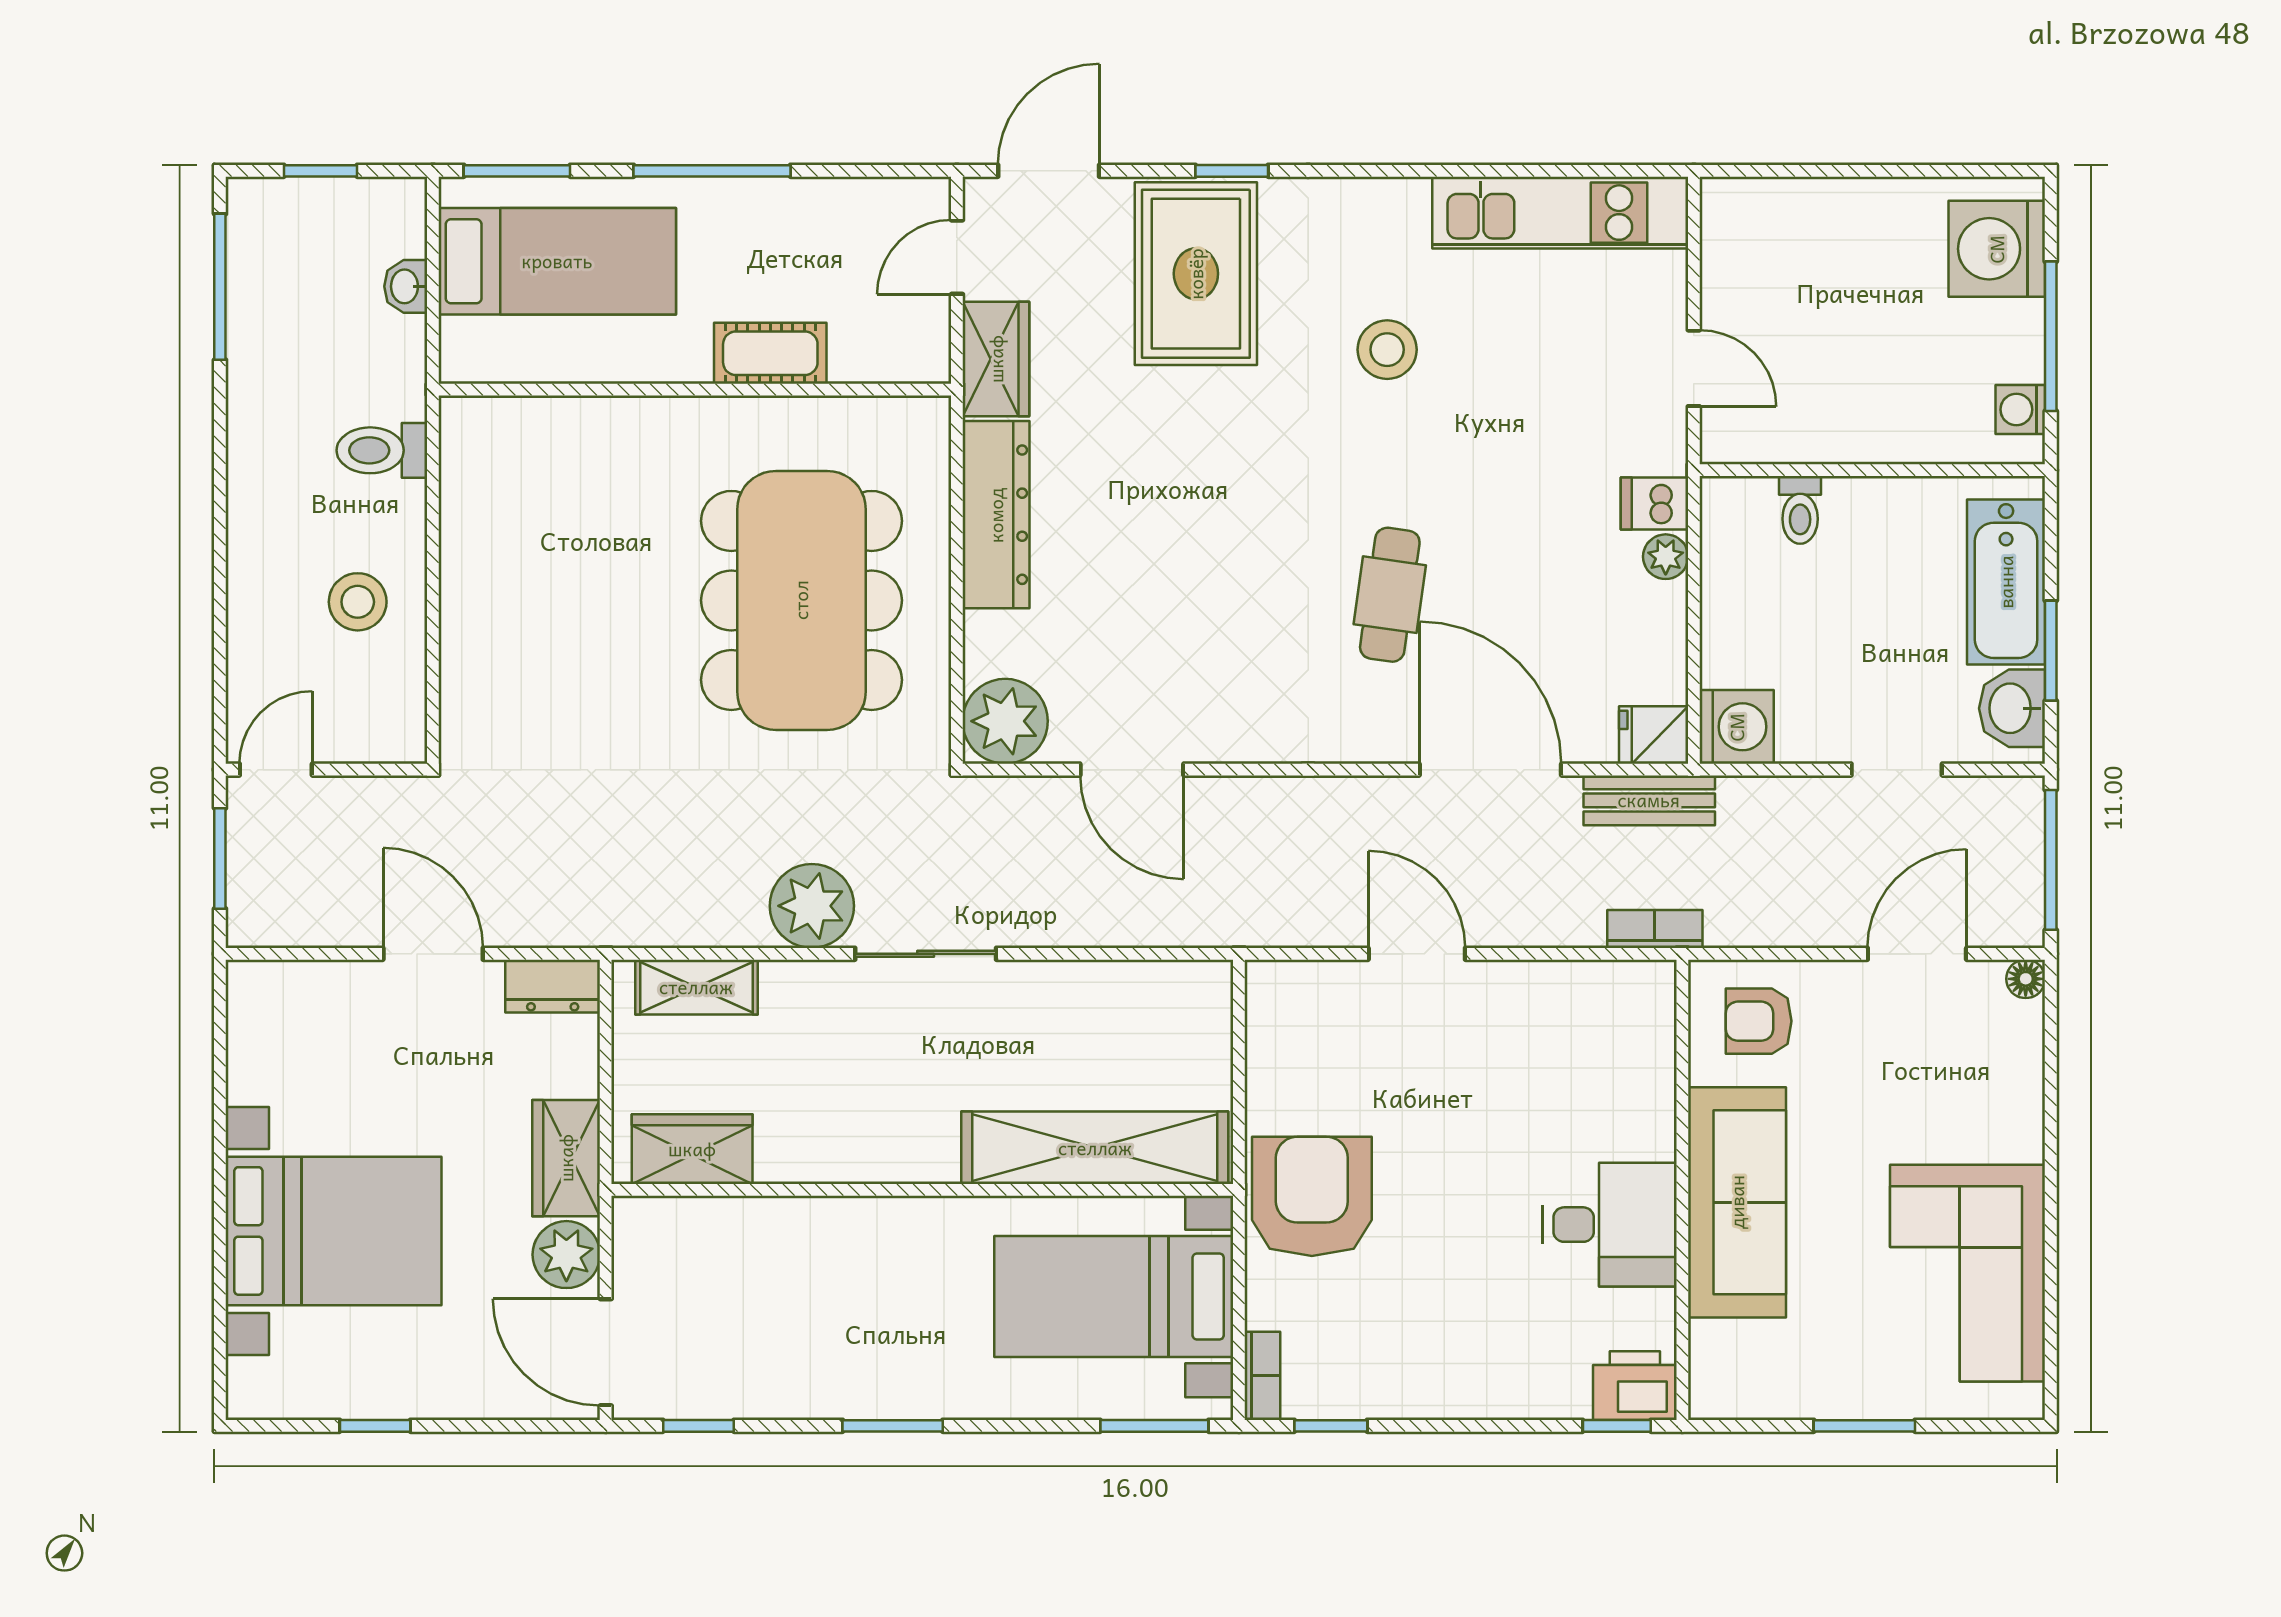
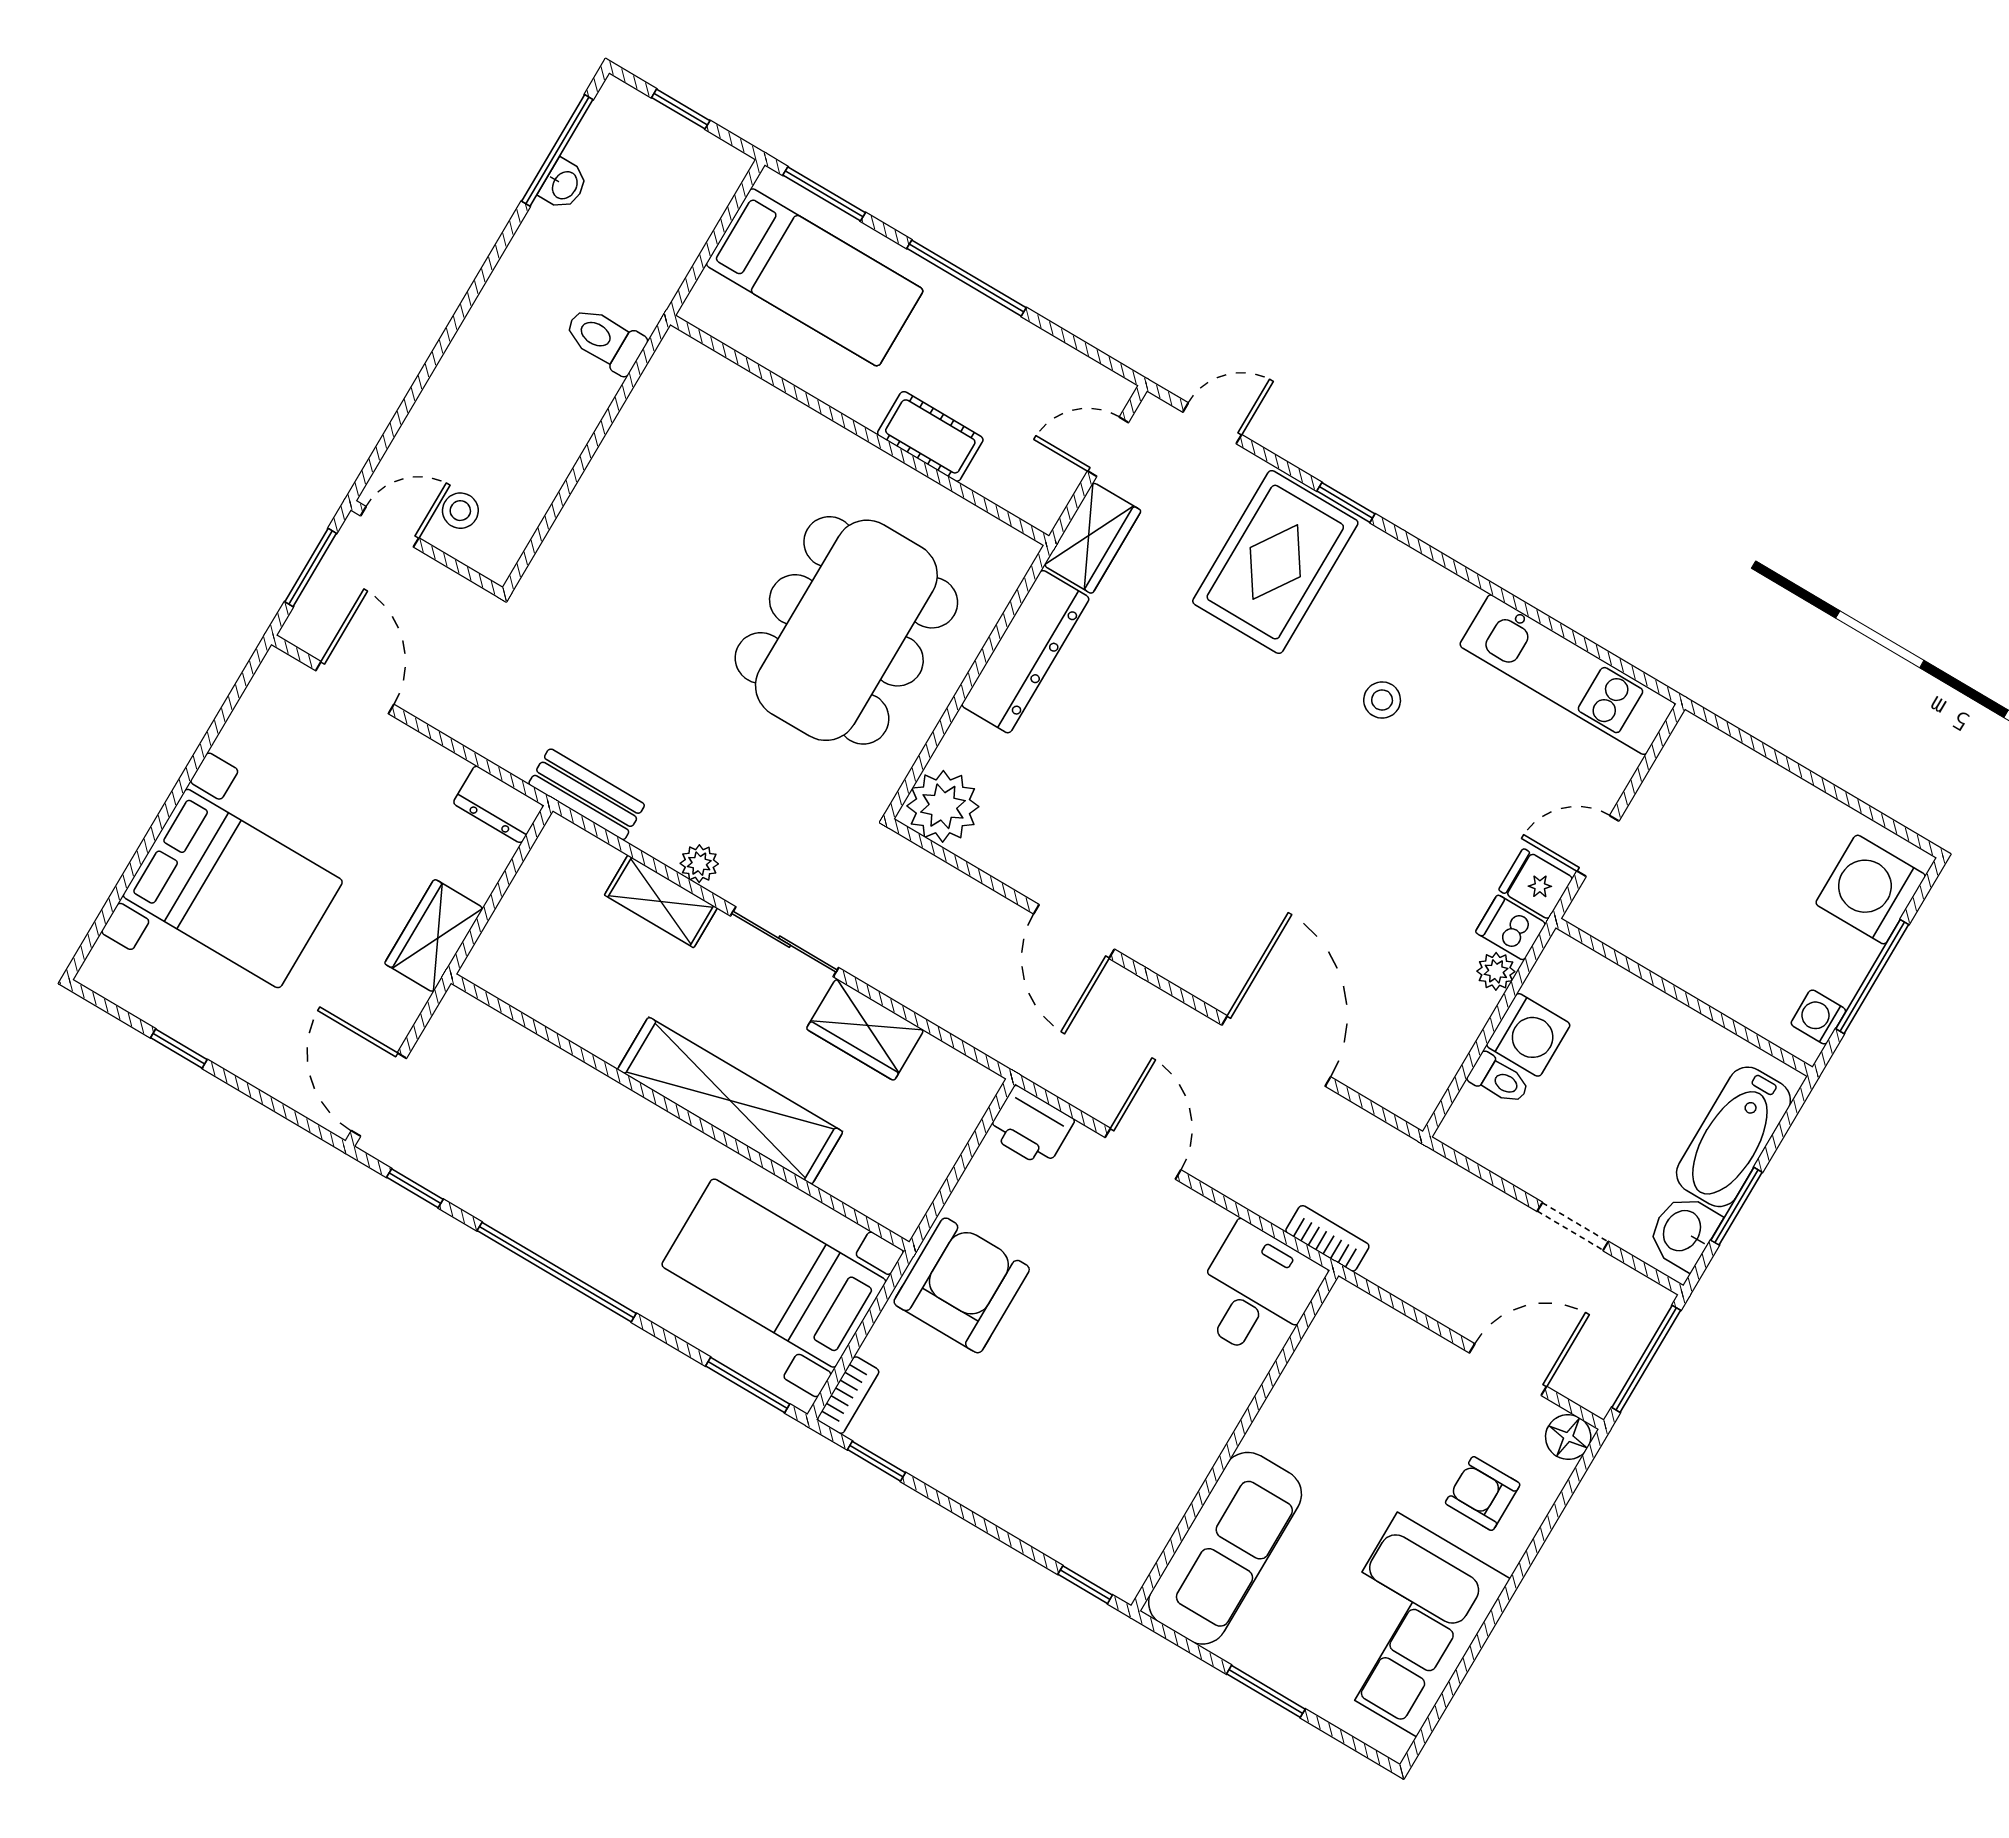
door: (1049, 171) -> (1212, 423), width x0.73
washbasin: (406, 286) -> (564, 185), moved, turned 180
stool: (1387, 350) -> (1382, 700), width x0.73, depth x0.73
door: (1694, 368) -> (1598, 846), swing flipped
toilet: (1800, 510) -> (1499, 1079), moved, turned -90
cafe table: (1390, 595) -> (1278, 880), removed
stool: (358, 602) -> (460, 511), moved, width x0.73, depth x0.73
washing machine: (1737, 727) -> (1528, 1035), moved
fridge: (1654, 735) -> (1536, 884), moved
door: (1132, 770) -> (1074, 931), moved
bench: (1649, 800) -> (587, 794), moved
plant: (812, 906) -> (699, 864), width x0.53, depth x0.53
door: (433, 954) -> (355, 688), moved
floor lamp: (2026, 979) -> (1568, 1437), width x1.37, depth x1.37
shelving: (696, 987) -> (661, 901), moved
armchair: (1759, 1021) -> (1483, 1494), moved
shelving: (1095, 1148) -> (730, 1101), moved
wardrobe: (692, 1149) -> (865, 1030), moved, turned 180
sofa: (1737, 1202) -> (1225, 1548), moved
desk: (1610, 1225) -> (1256, 1292), moved, turned -90
plant: (566, 1255) -> (392, 1006), removed
printer: (1635, 1386) -> (1030, 1127), moved, turned 180
window: (893, 1426) -> (557, 1272), width x2.11

